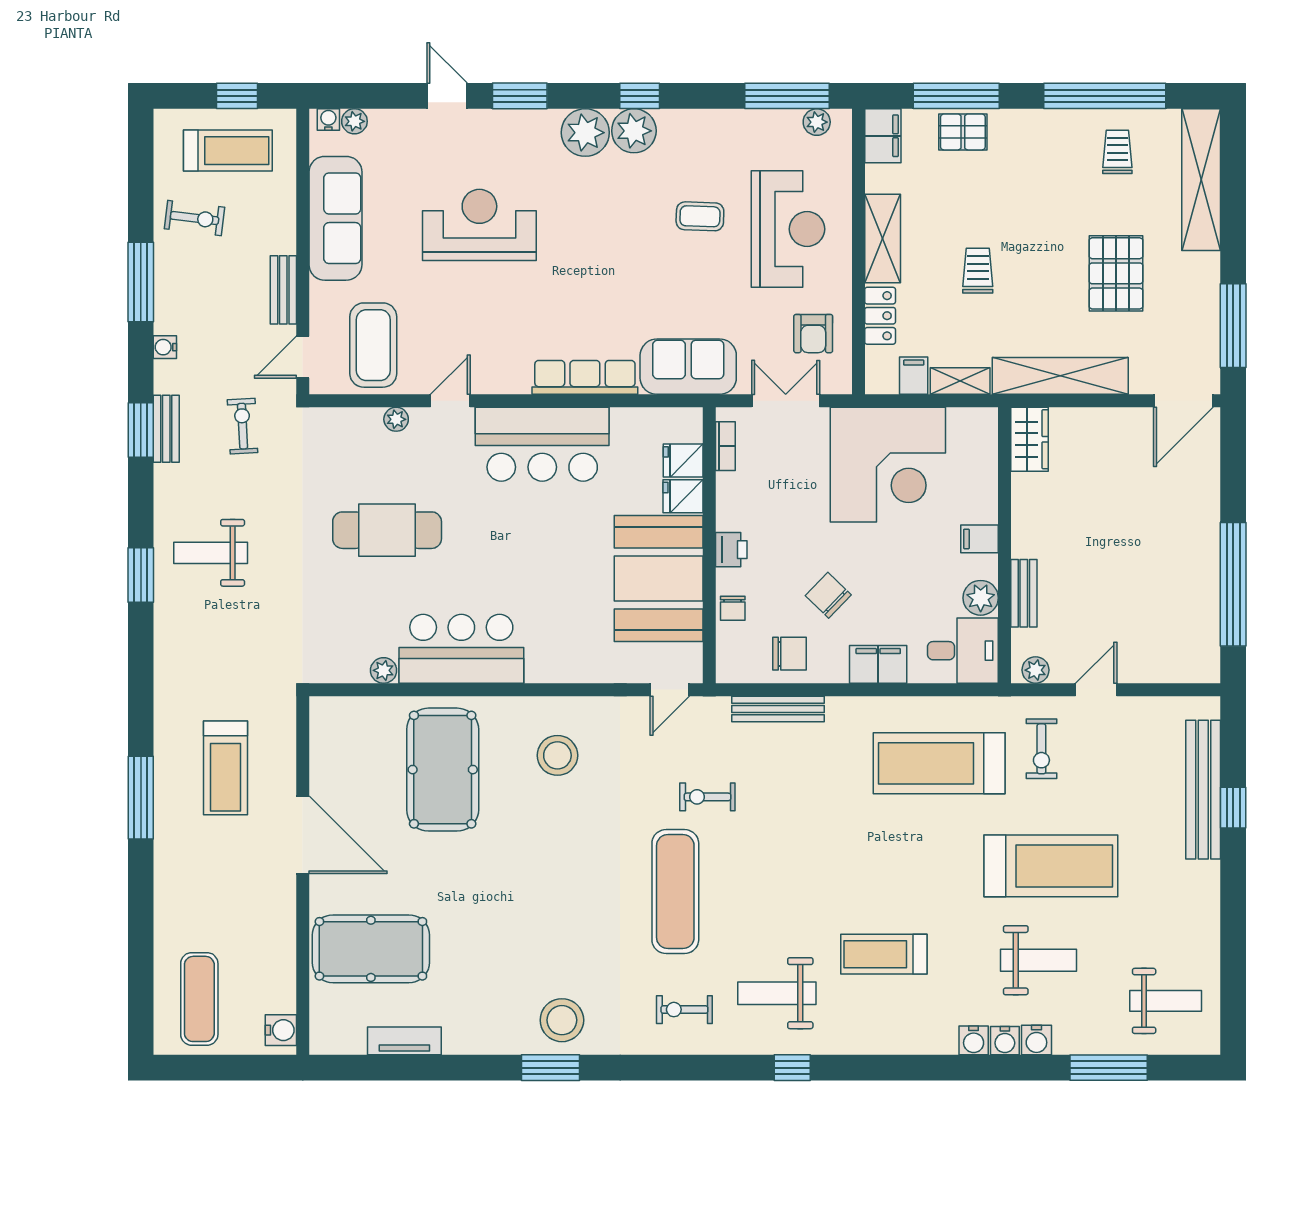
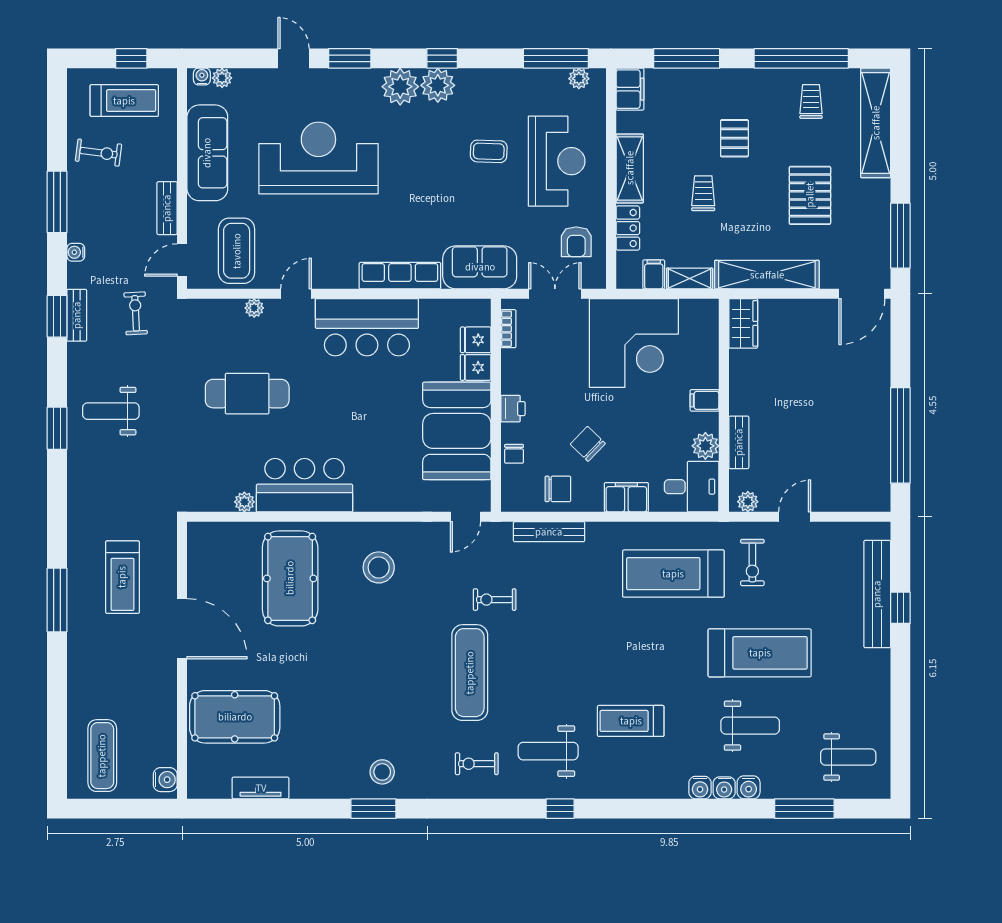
pallet: (963, 132) -> (734, 138), moved, turned 90
reception desk: (479, 225) -> (318, 158), width x1.36, depth x1.30
stool: (562, 1020) -> (382, 772), width x0.73, depth x0.73

